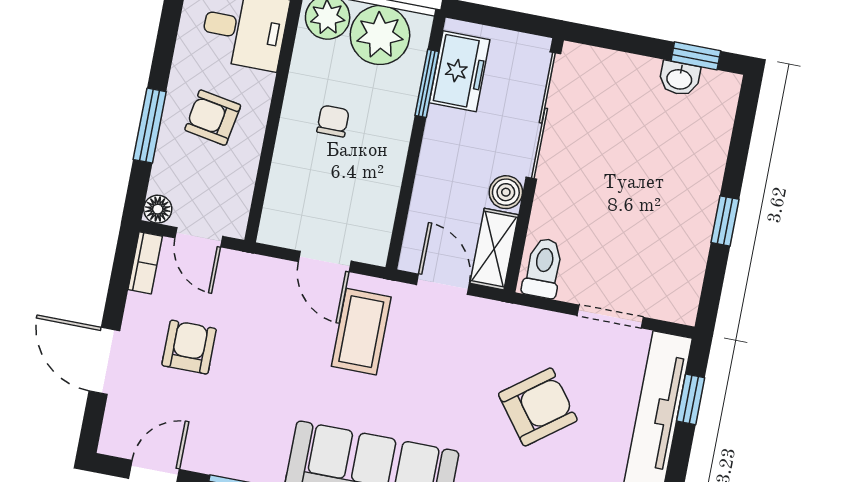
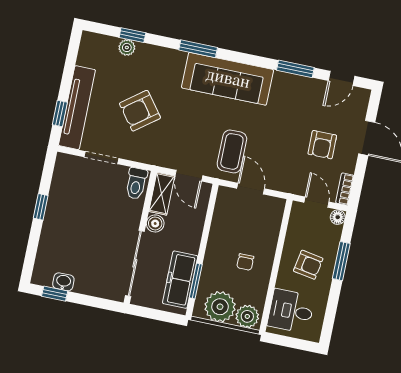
freezer: (460, 71) -> (180, 280), width x1.40

